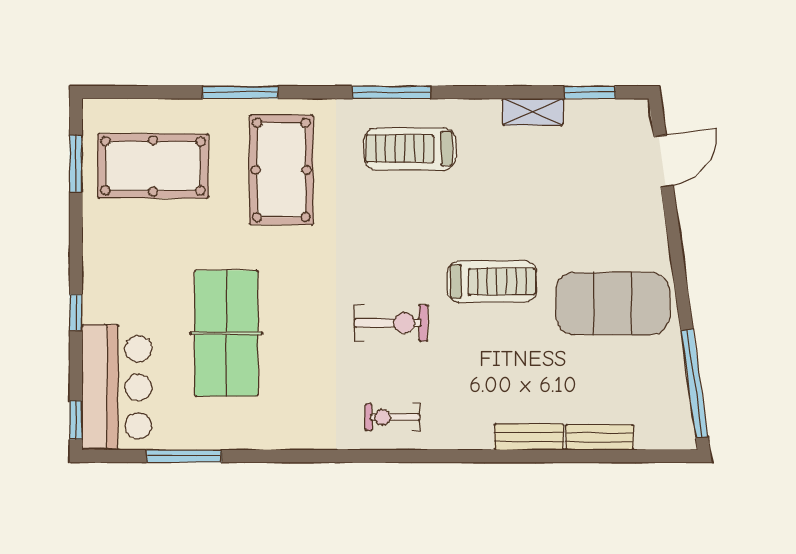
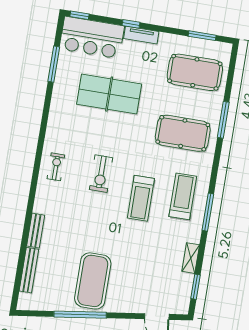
window: (391, 92) -> (208, 212), moved
pool table: (153, 166) -> (195, 72), turned 90
treadmill: (492, 282) -> (141, 198), moved
tv unit: (95, 288) -> (141, 35), added
window: (694, 384) -> (80, 315), moved
bench: (600, 437) -> (29, 270), width x1.36

